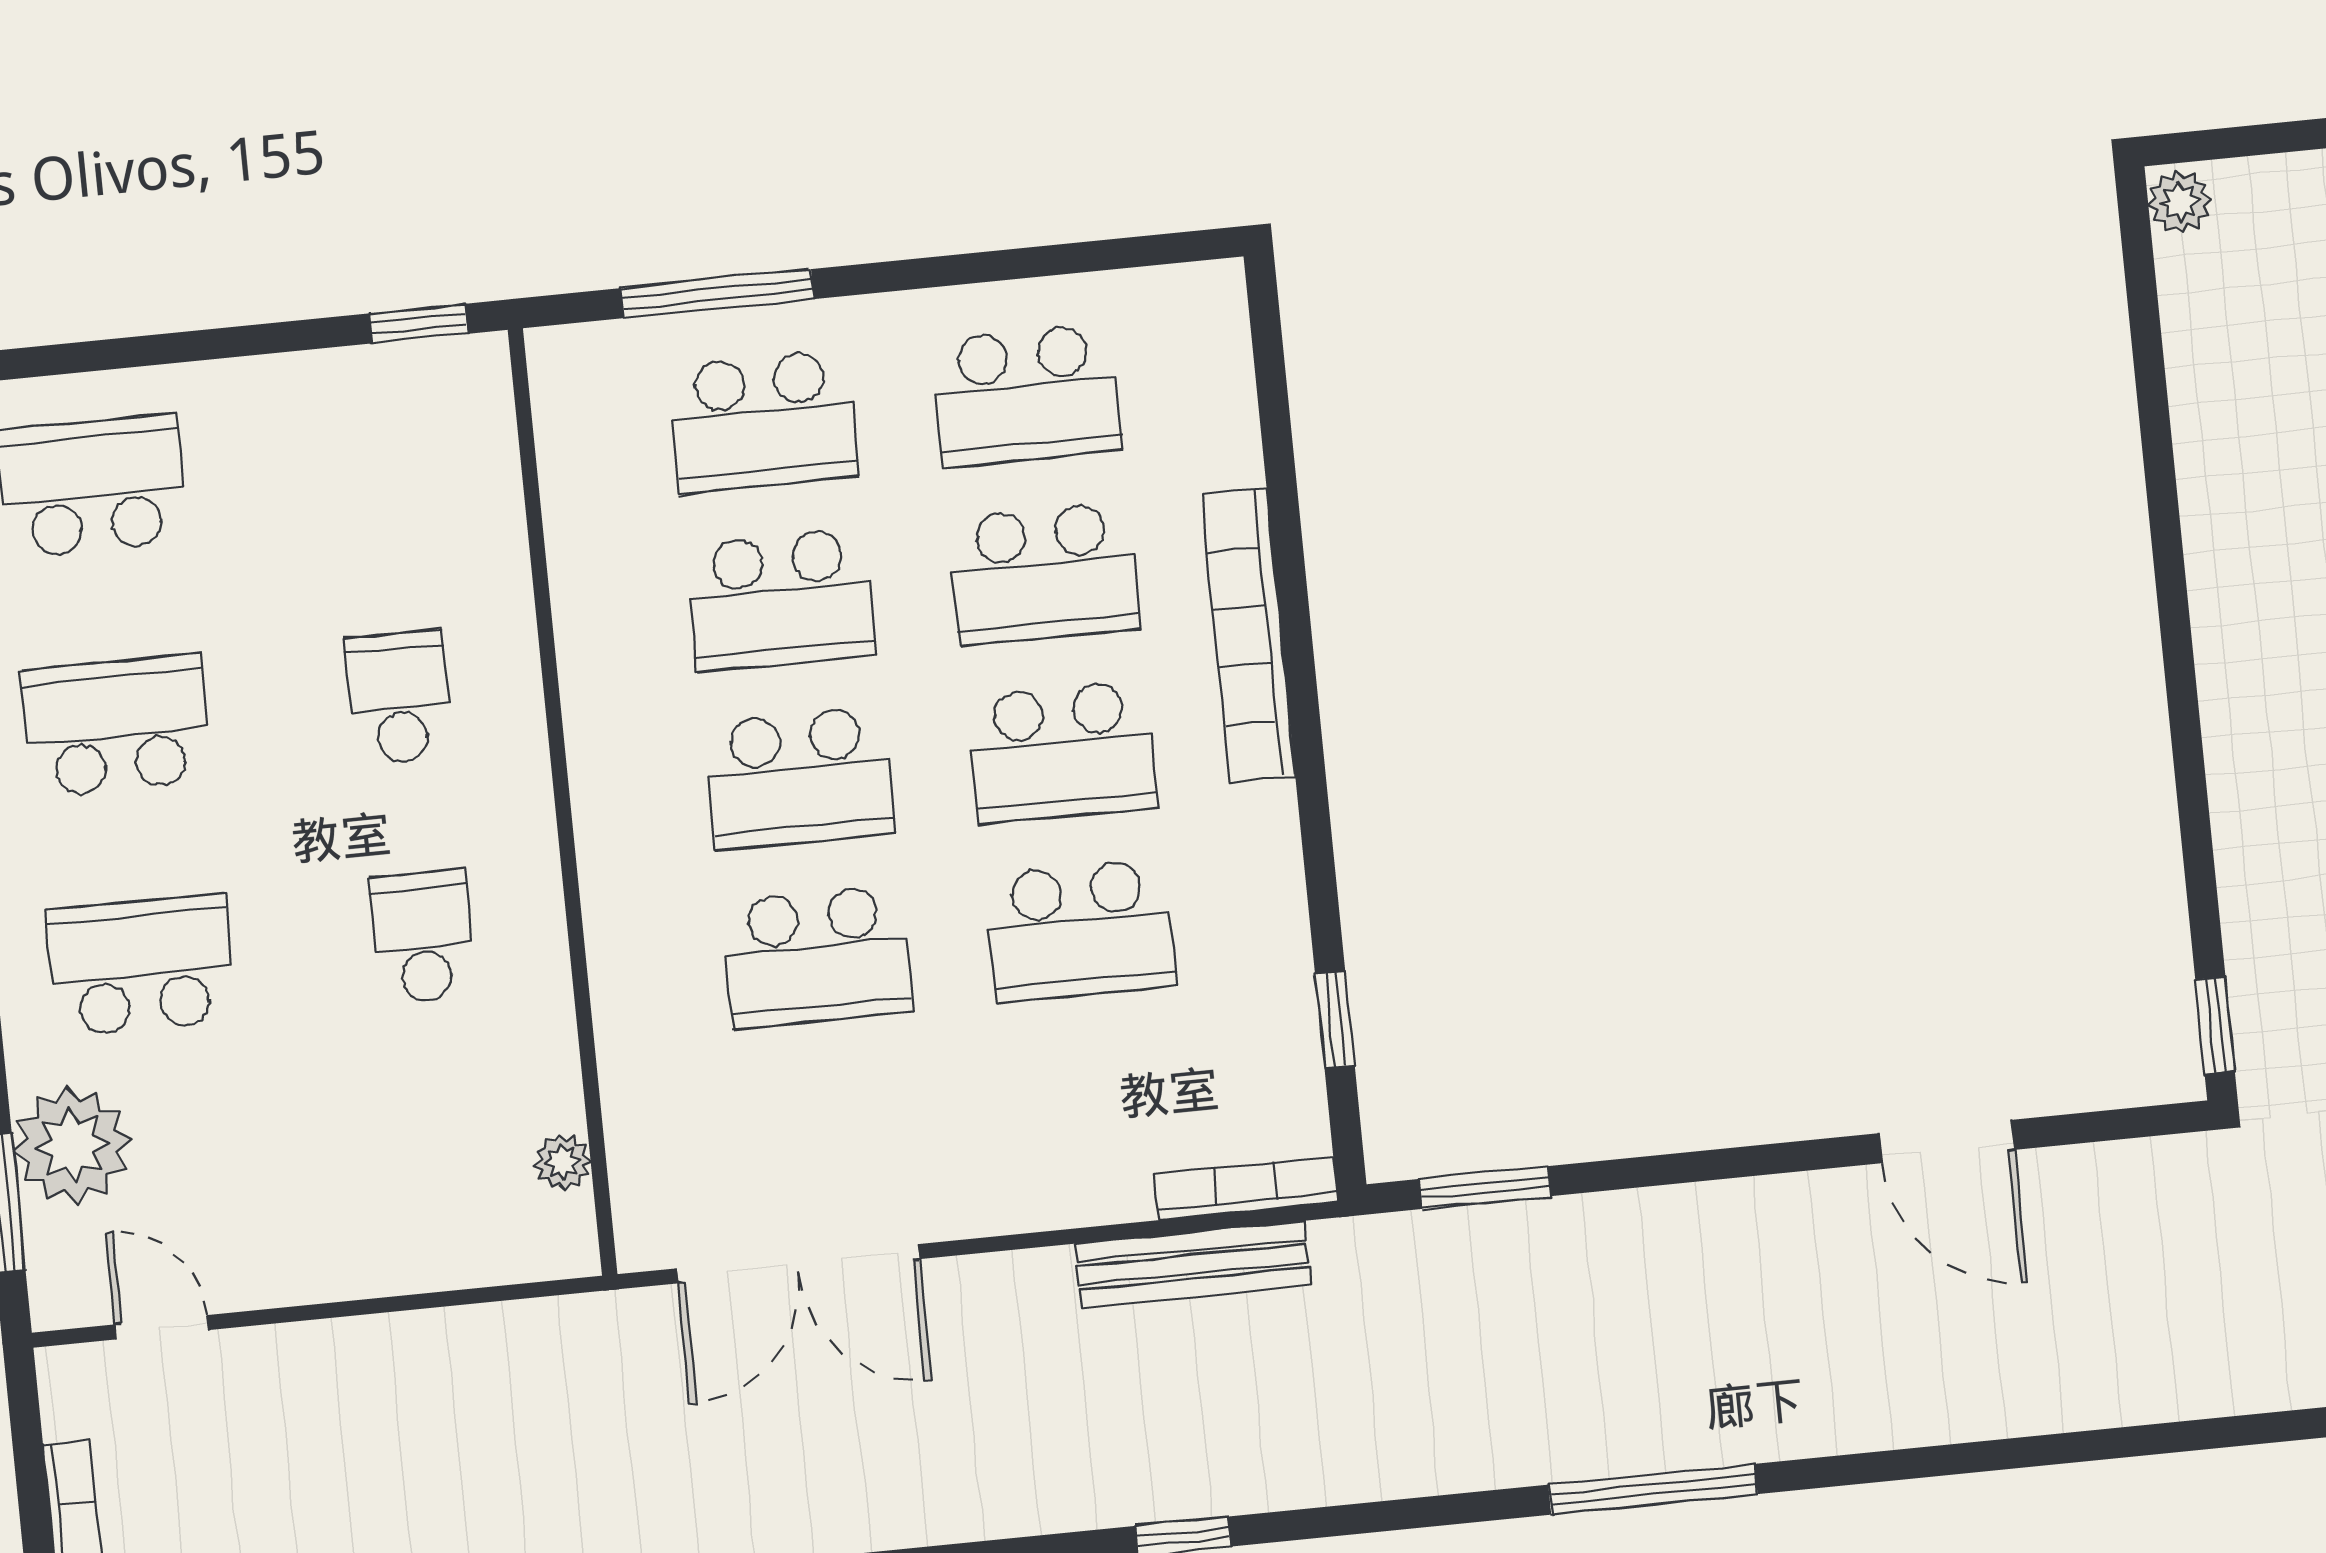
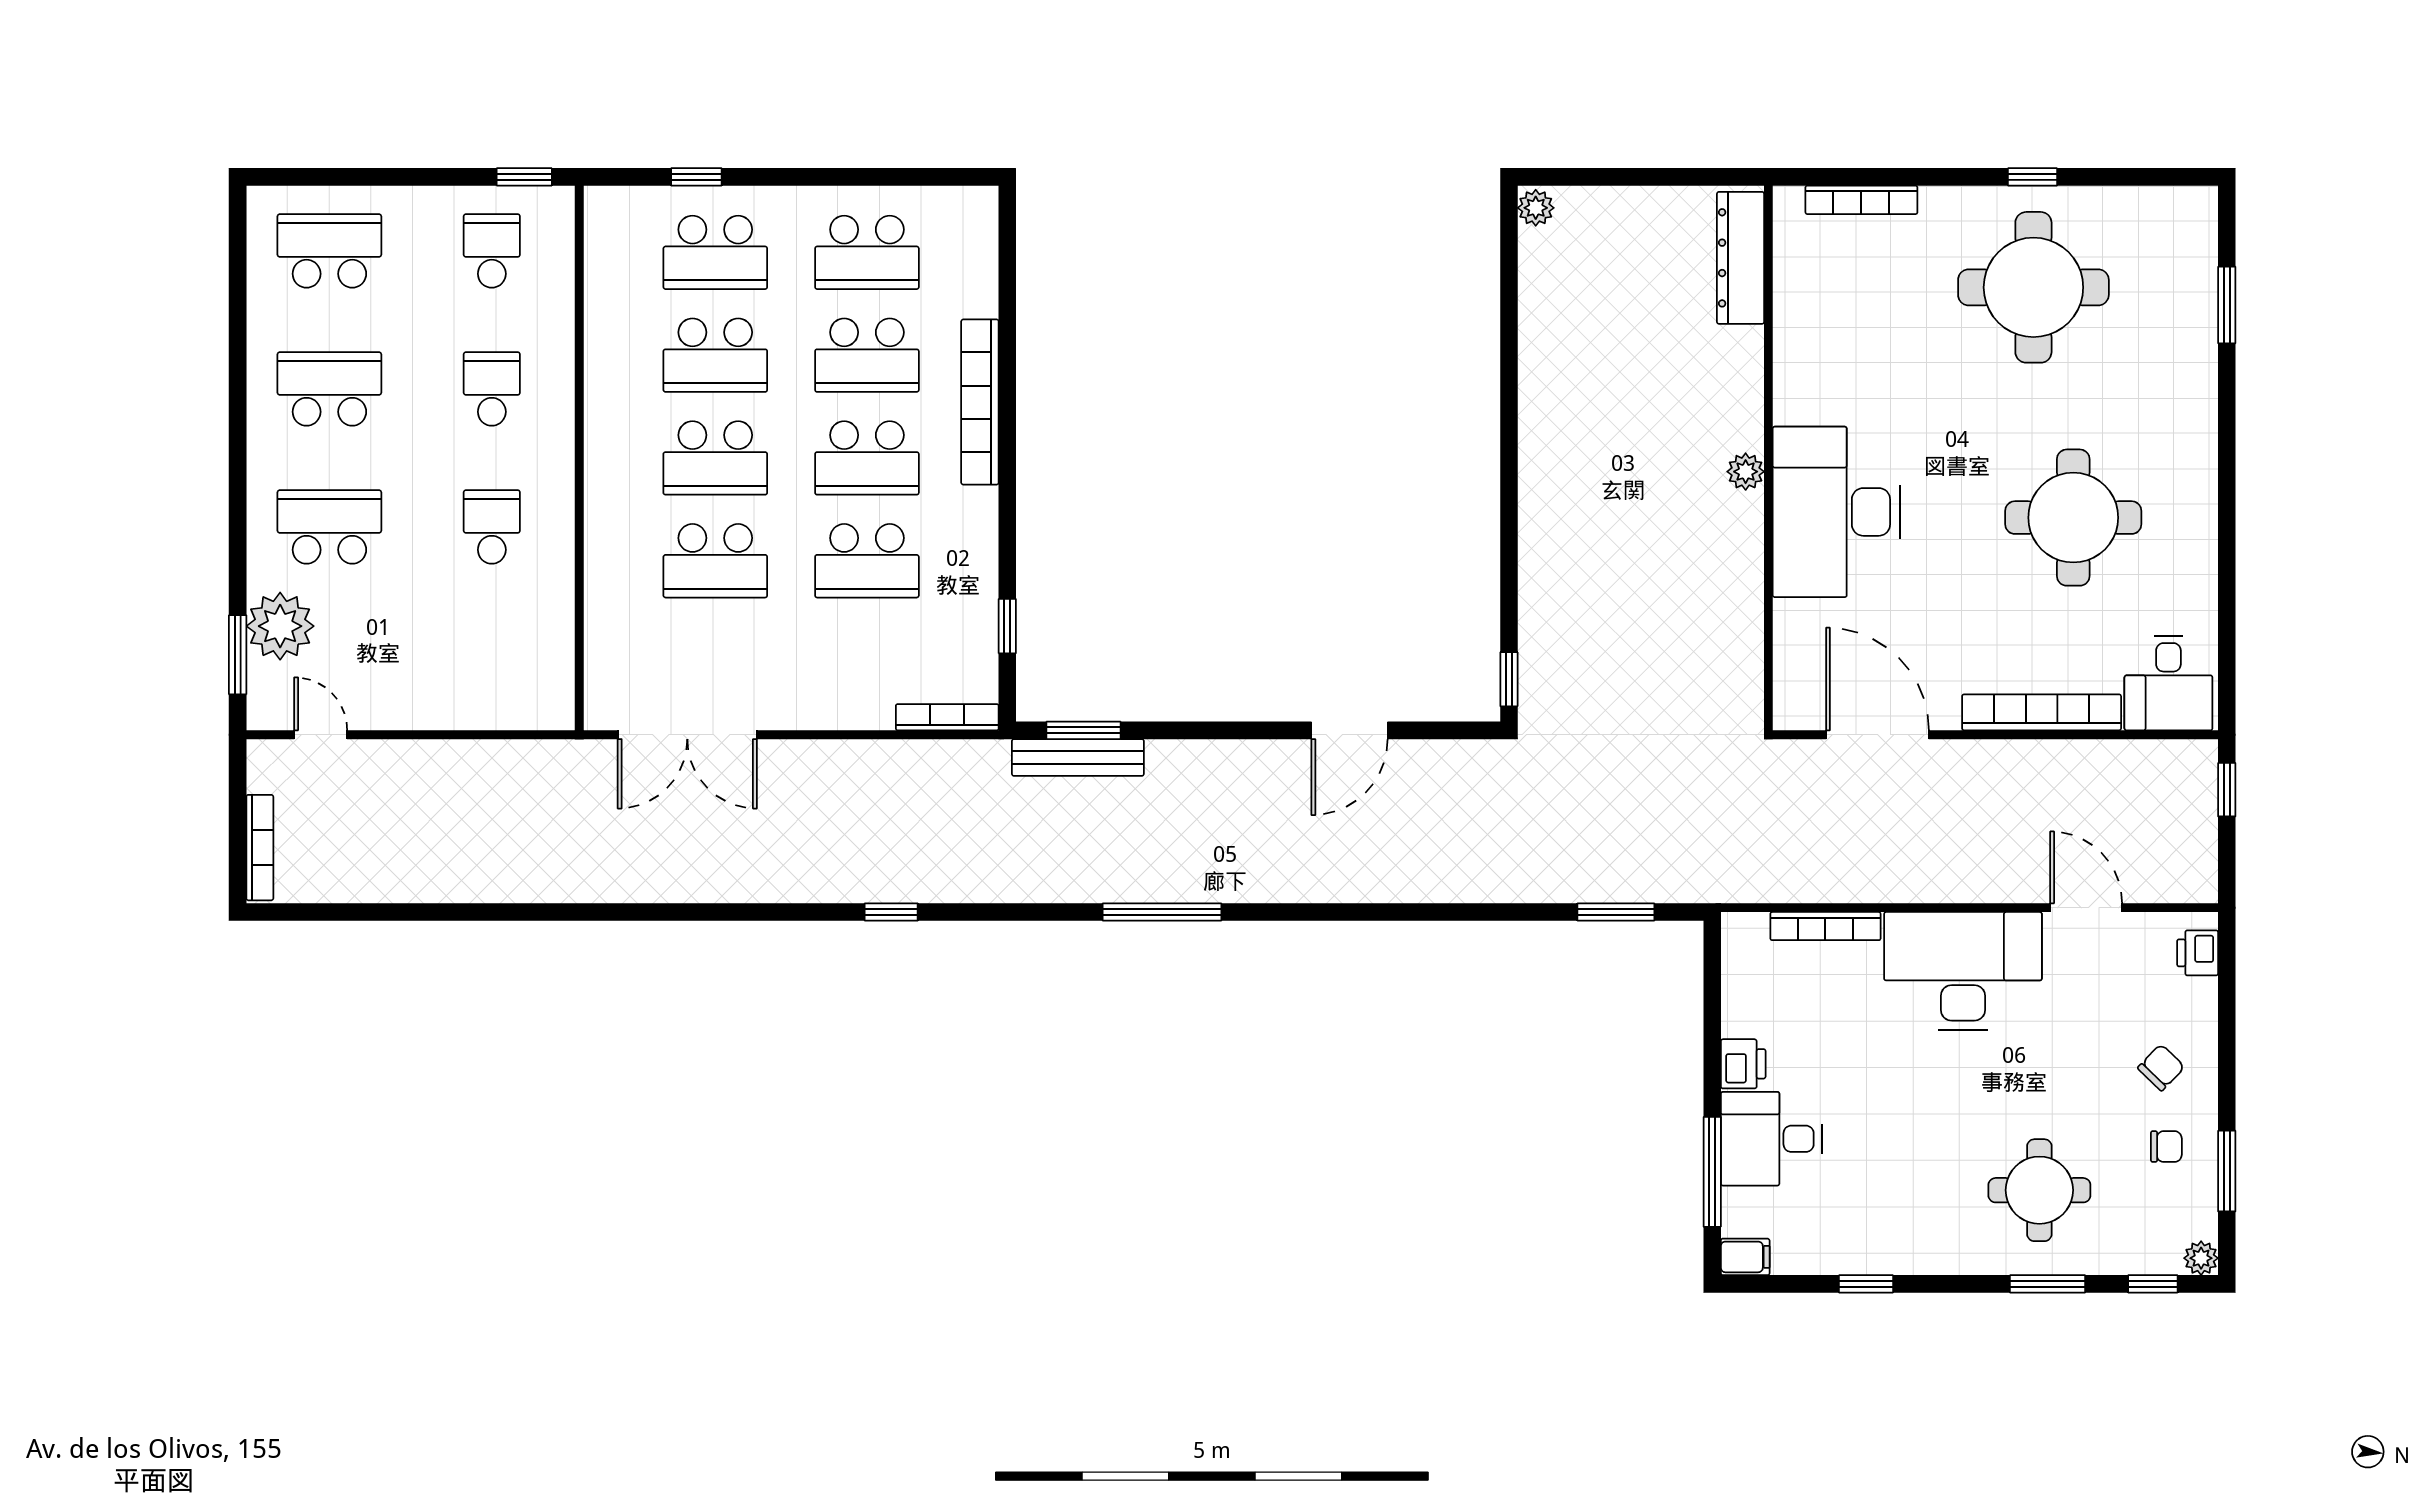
window: (717, 294) -> (696, 177), width x0.46
school desk: (375, 458) -> (492, 251), added
door: (1947, 1141) -> (1350, 730), hinge flipped
plant: (563, 1162) -> (559, 663), removed
bench: (1193, 1264) -> (1078, 757), moved

